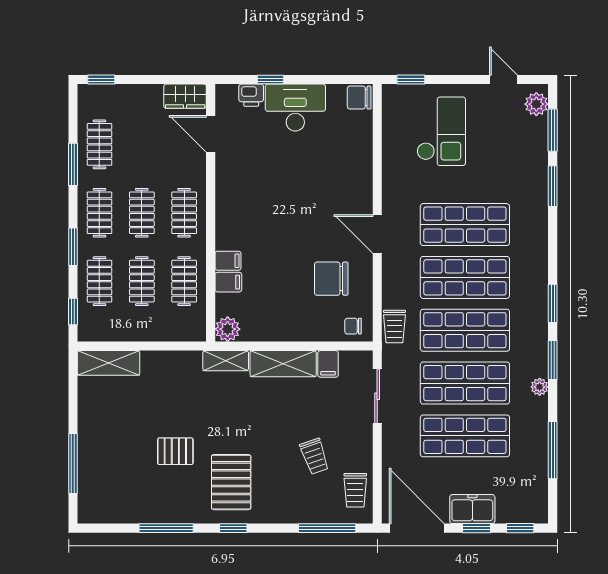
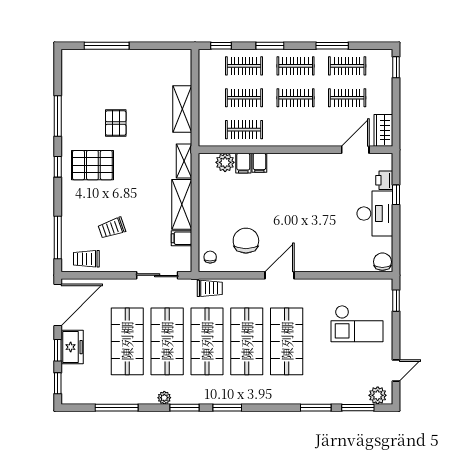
clothes rail: (184, 213) -> (347, 98), moved
trolley: (394, 327) -> (210, 288), turned 180
plant: (228, 329) -> (225, 162), moved
shelving: (108, 363) -> (182, 109), moved

